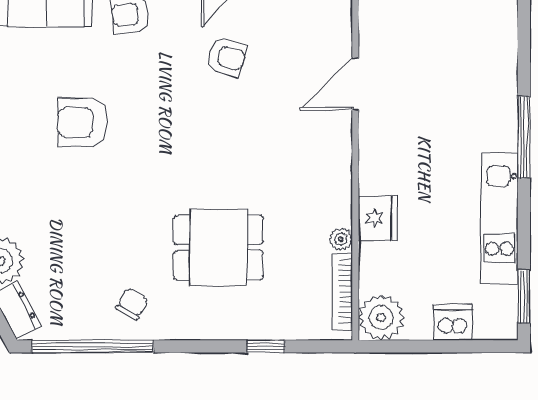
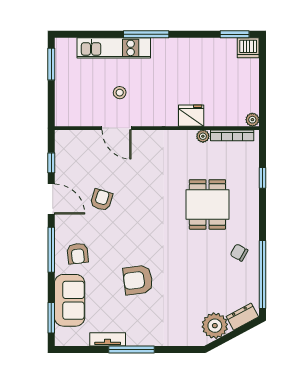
stool: (419, 90) -> (120, 93), added
armchair: (83, 122) -> (138, 280), turned 83
kitchen unit: (499, 218) -> (114, 48), moved
plant: (381, 317) -> (252, 120), width x0.53, depth x0.53
dishwasher: (453, 322) -> (248, 48), moved, turned -90

